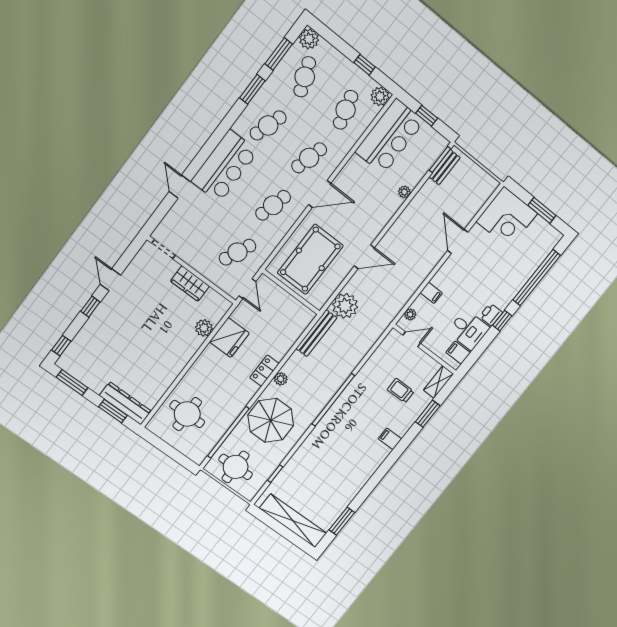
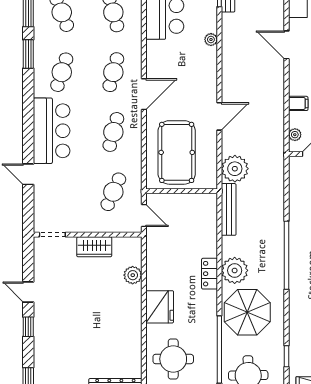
fridge: (229, 338) -> (160, 307), moved
plant: (281, 379) -> (235, 270), width x1.88, depth x1.88

